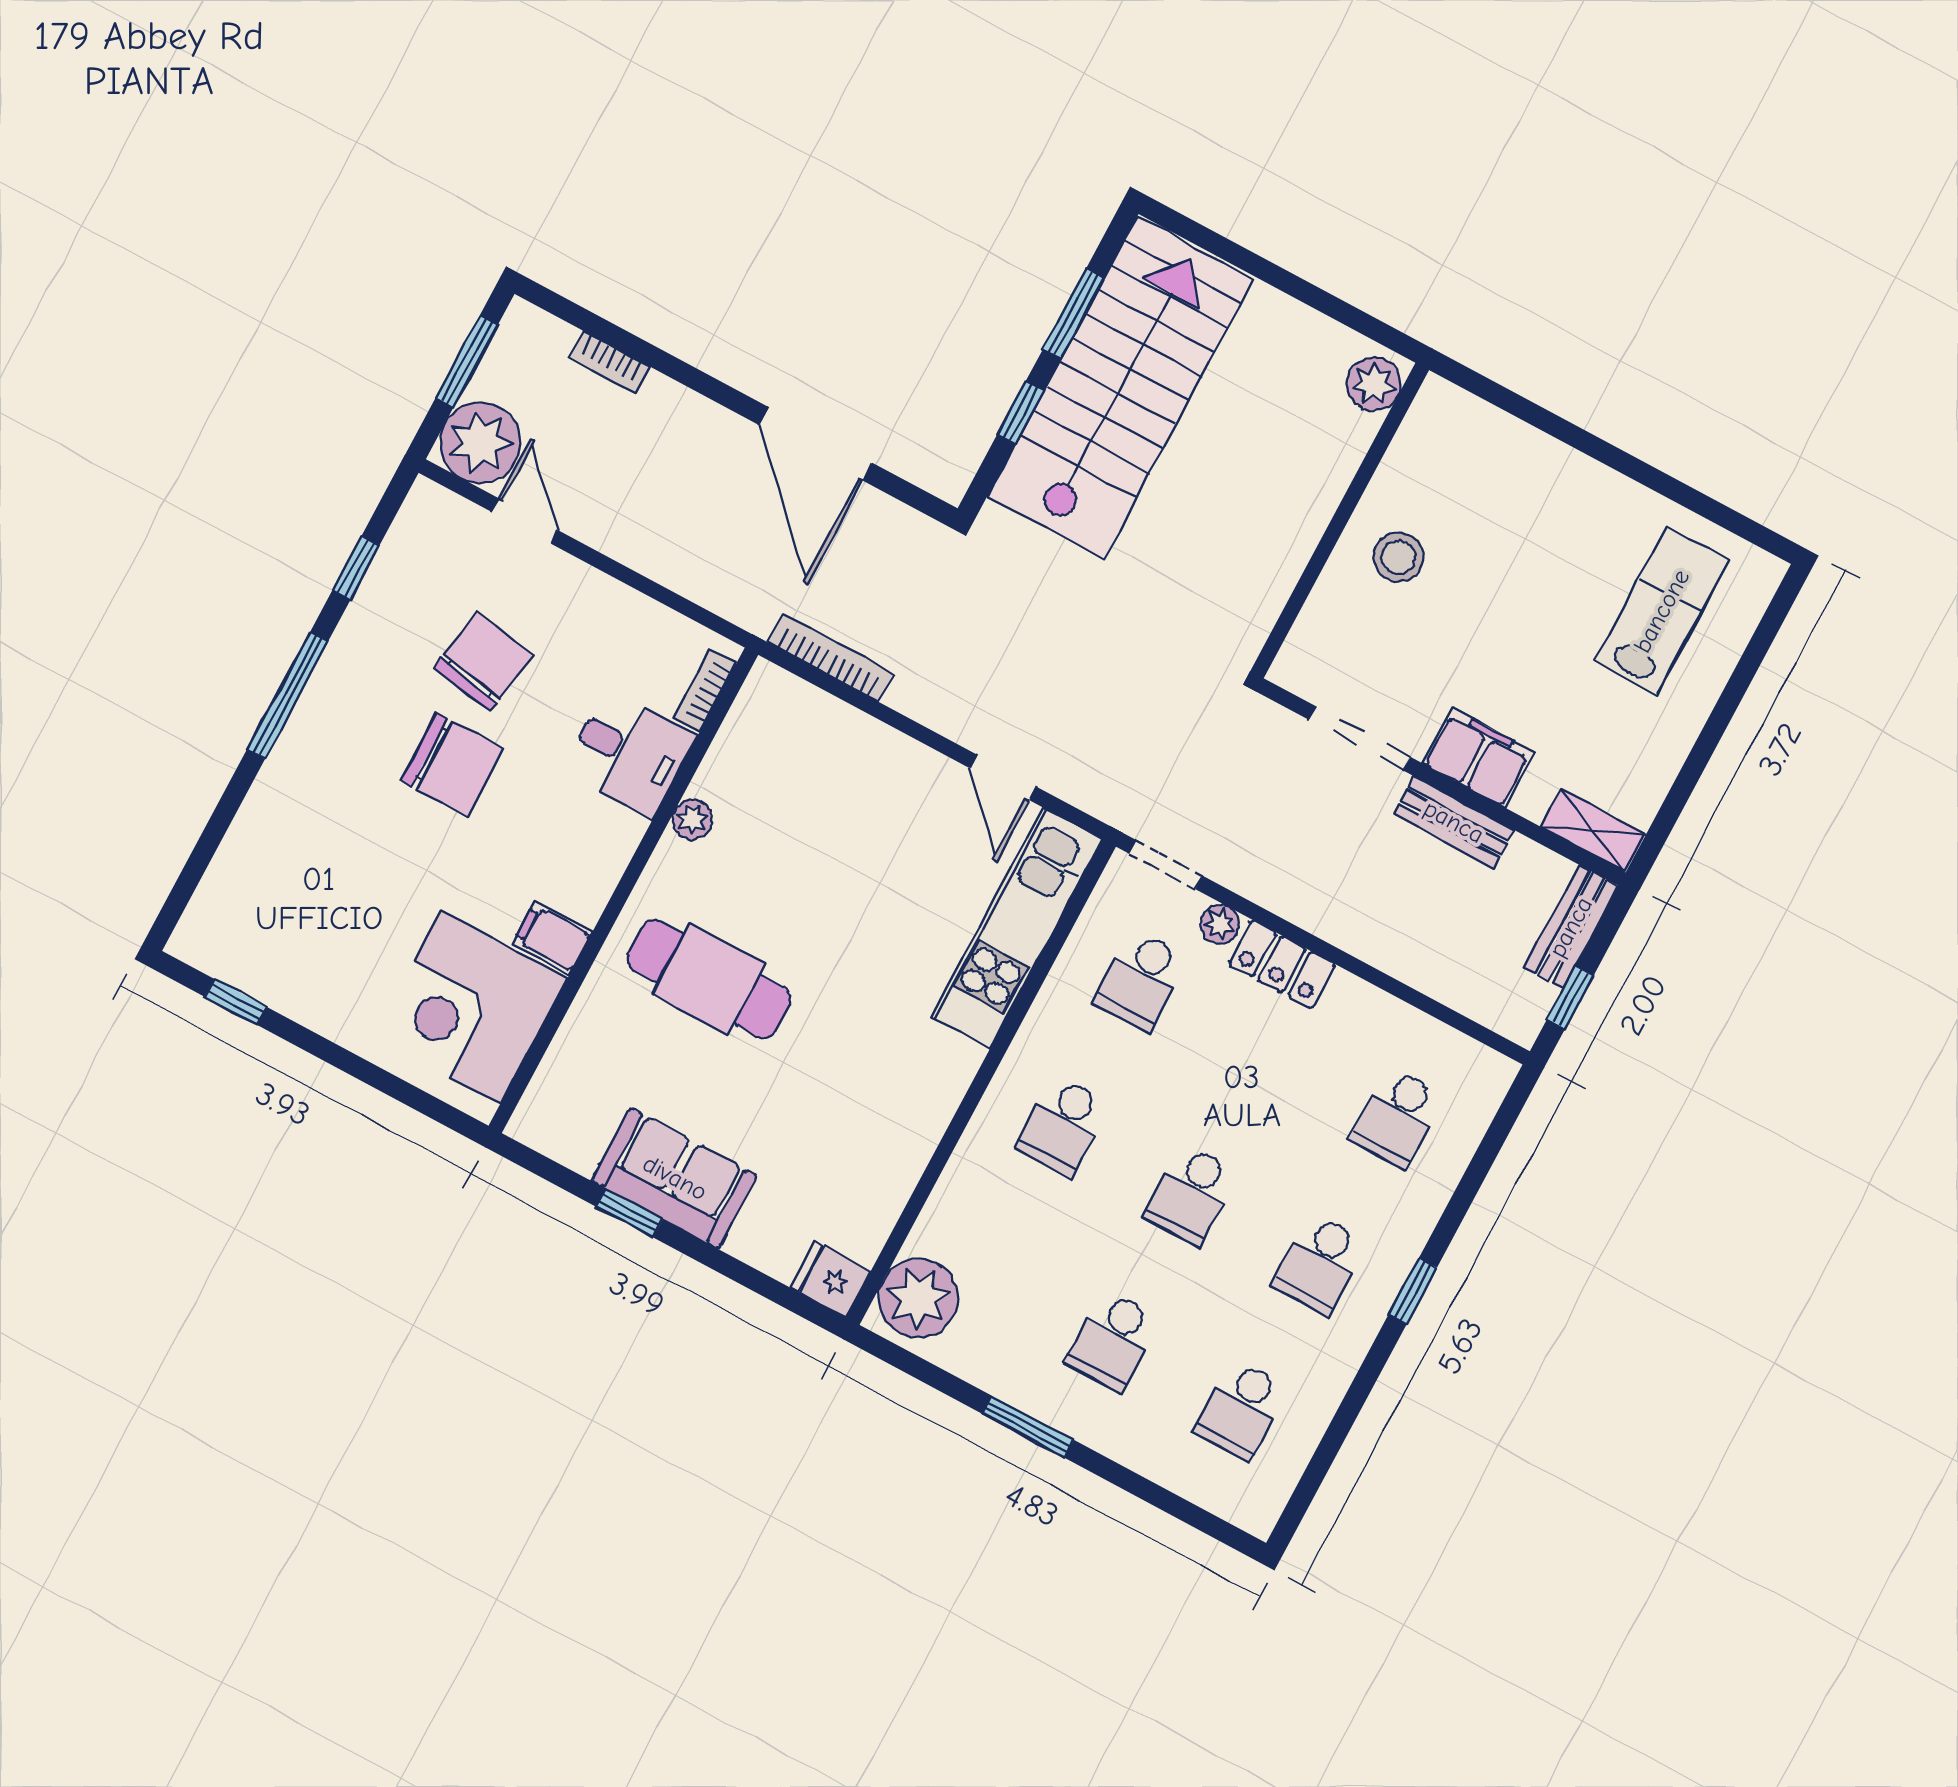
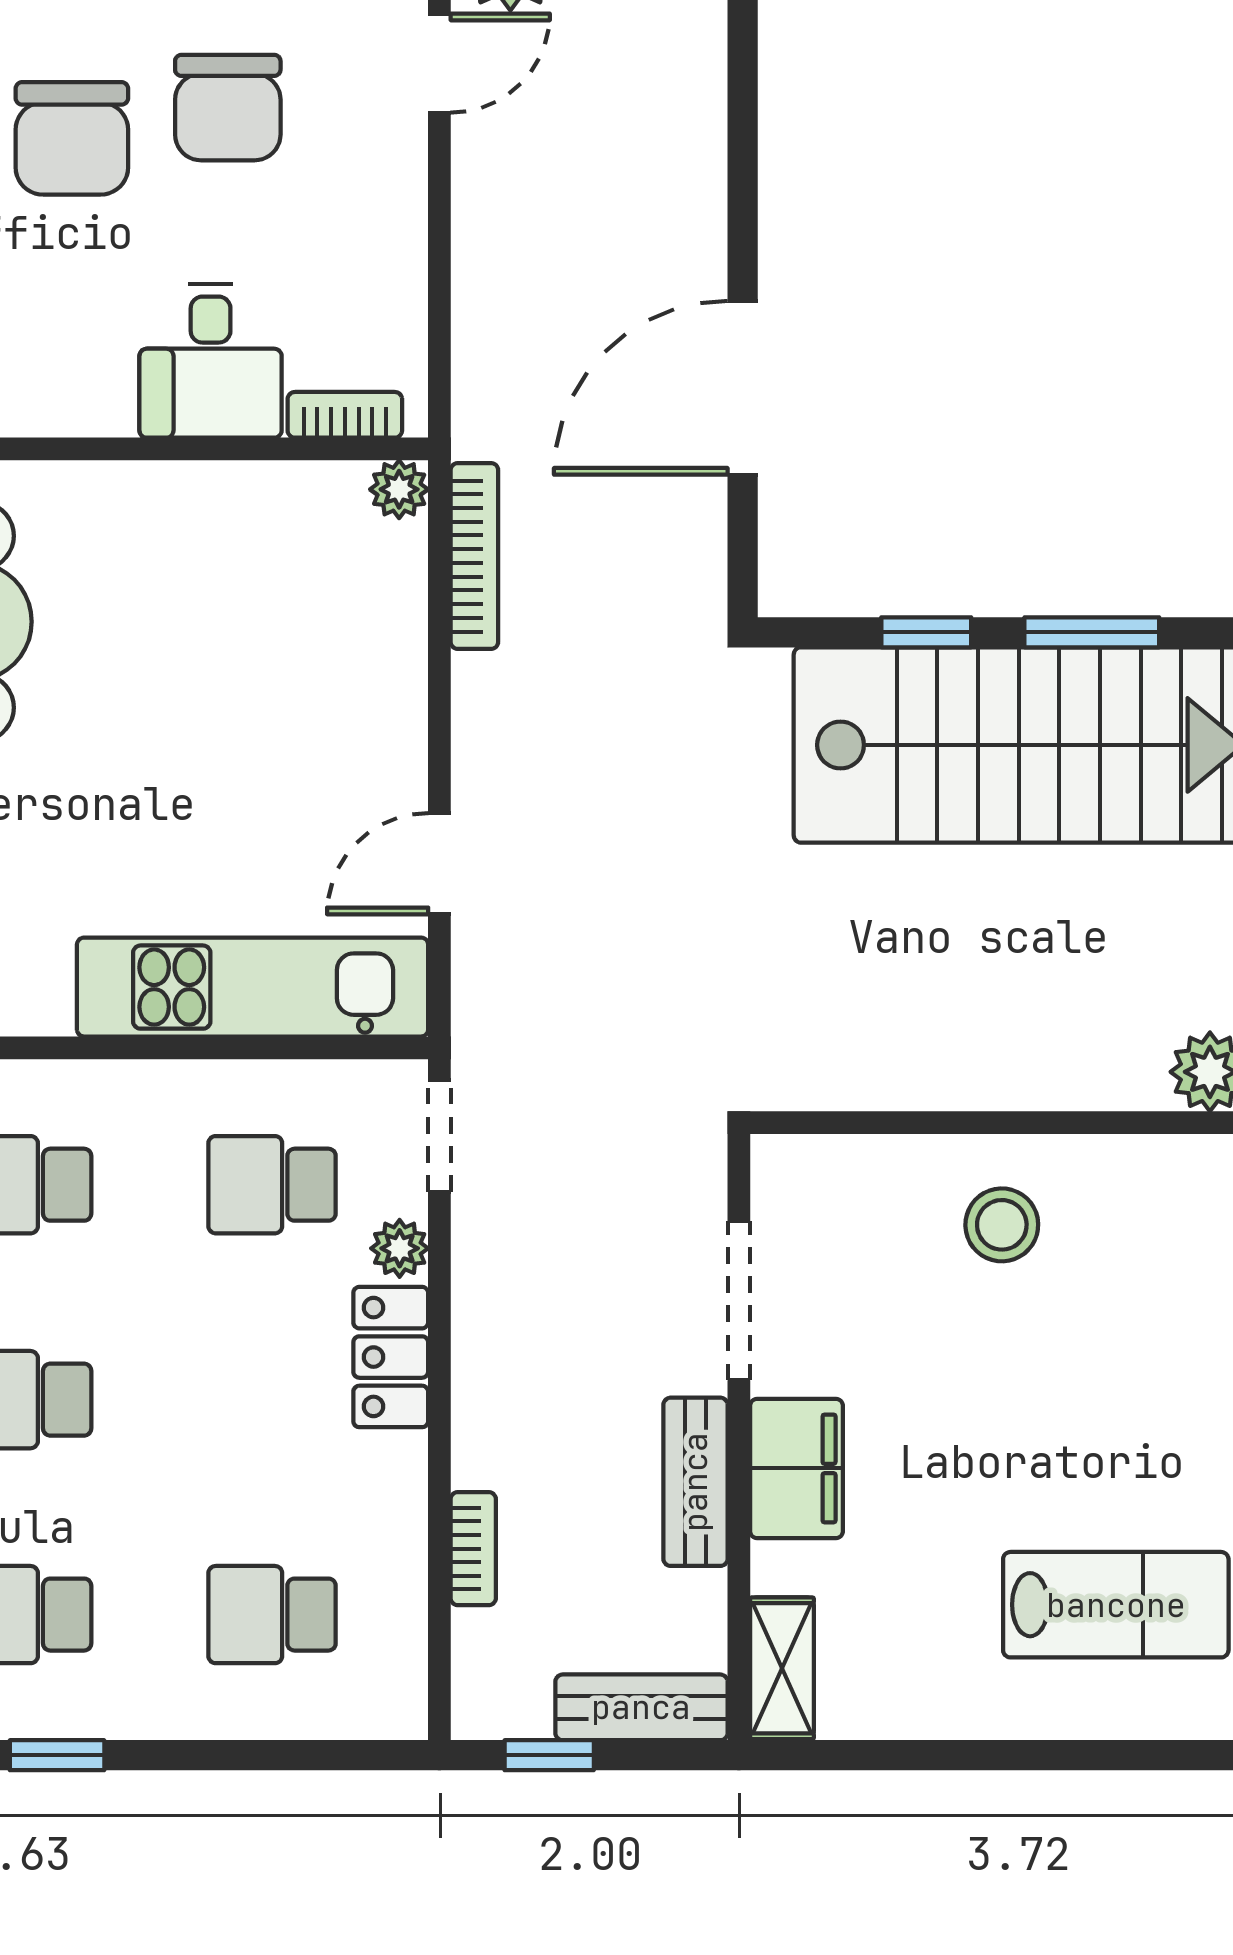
bookcase: (609, 362) -> (473, 1549), moved, turned 180
chair: (484, 662) -> (228, 108), turned 80
plant: (692, 819) -> (399, 489), moved

